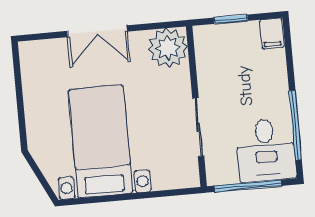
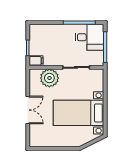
filing cabinet: (272, 34) -> (36, 61), moved
plant: (168, 48) -> (49, 78), moved

